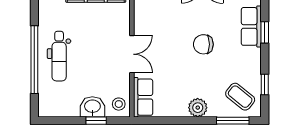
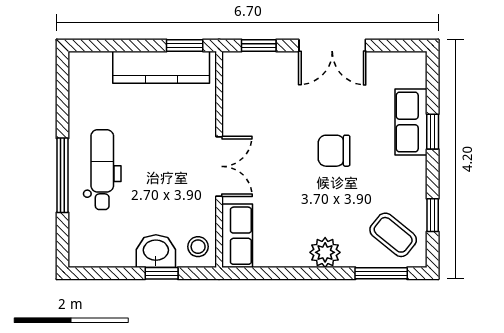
dental chair: (59, 56) -> (102, 170), turned 180
window: (34, 60) -> (63, 175), width x0.68

